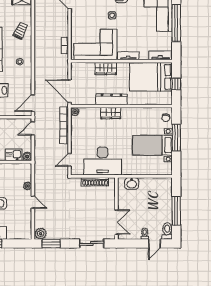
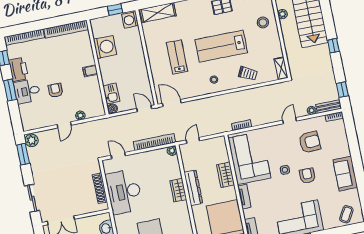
door: (70, 91) -> (193, 140), width x0.53

